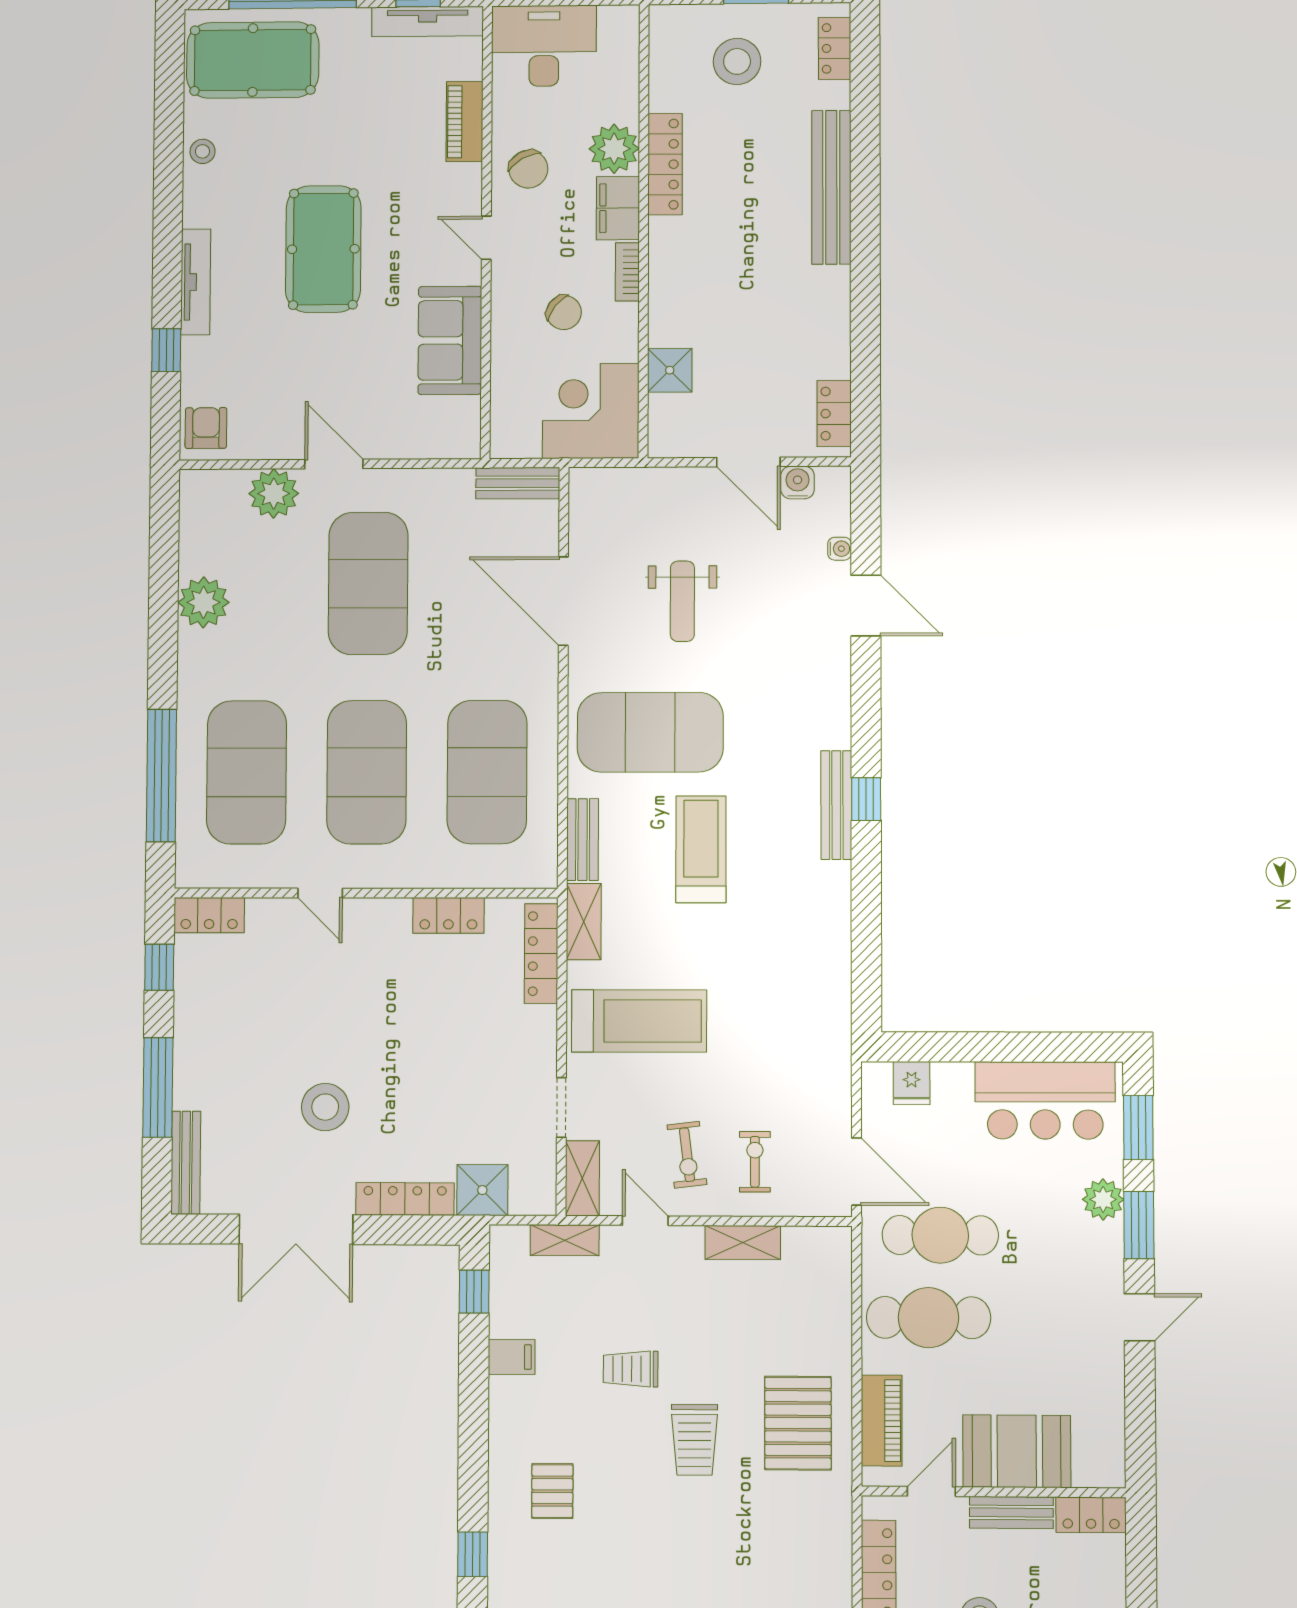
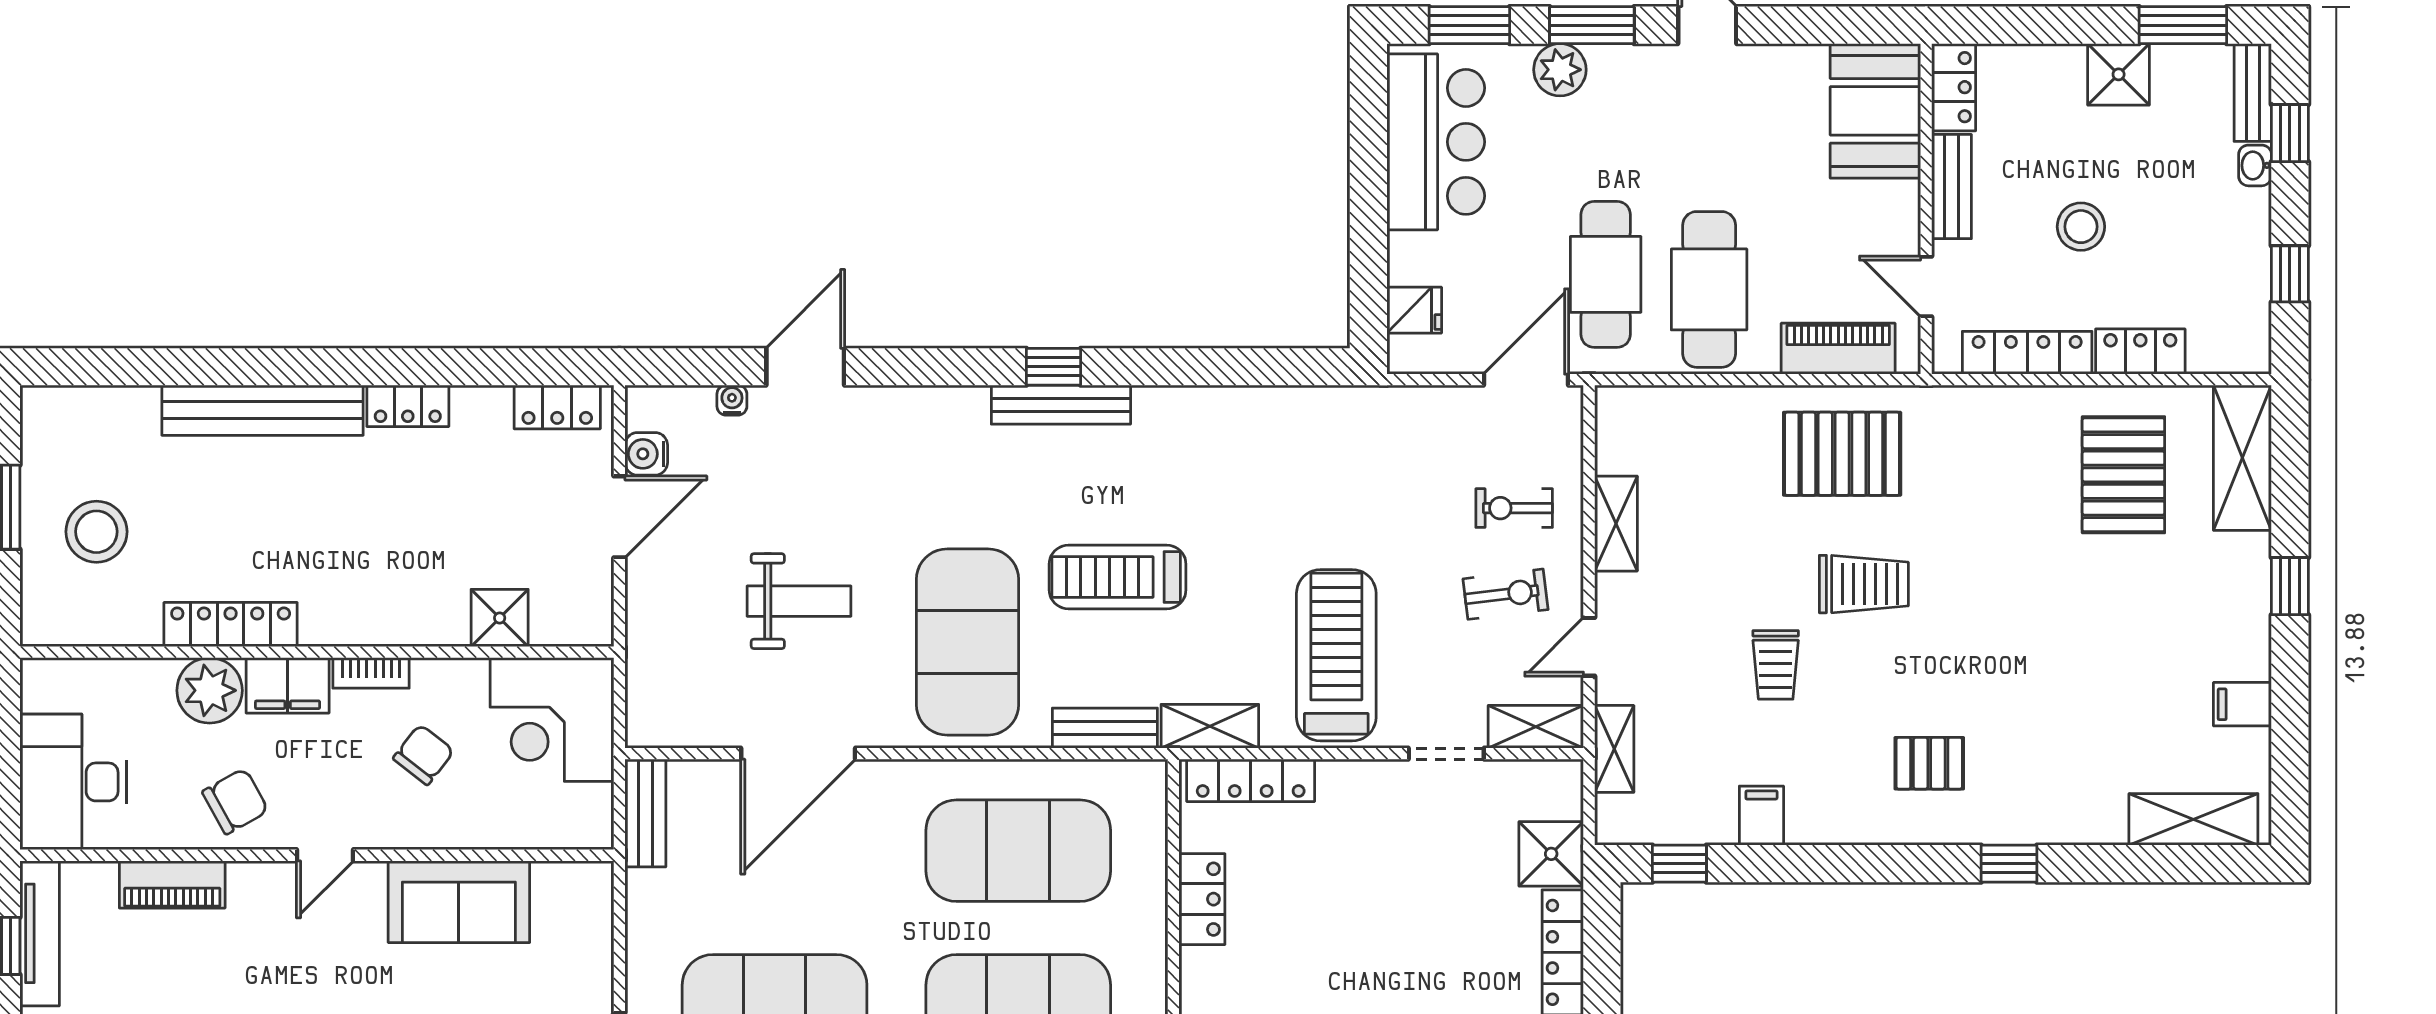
locker: (835, 48) -> (408, 406), moved
booth: (1017, 1451) -> (1875, 111), moved

